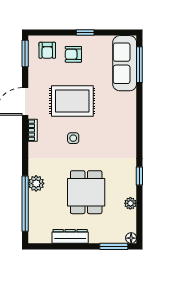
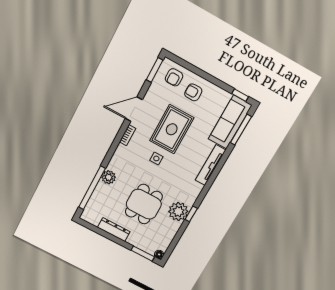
window: (85, 33) -> (240, 95), moved
rug: (72, 101) -> (172, 129), turned 90
tv unit: (130, 116) -> (210, 165), added
plant: (130, 203) -> (178, 211), moved, width x1.88, depth x1.88

